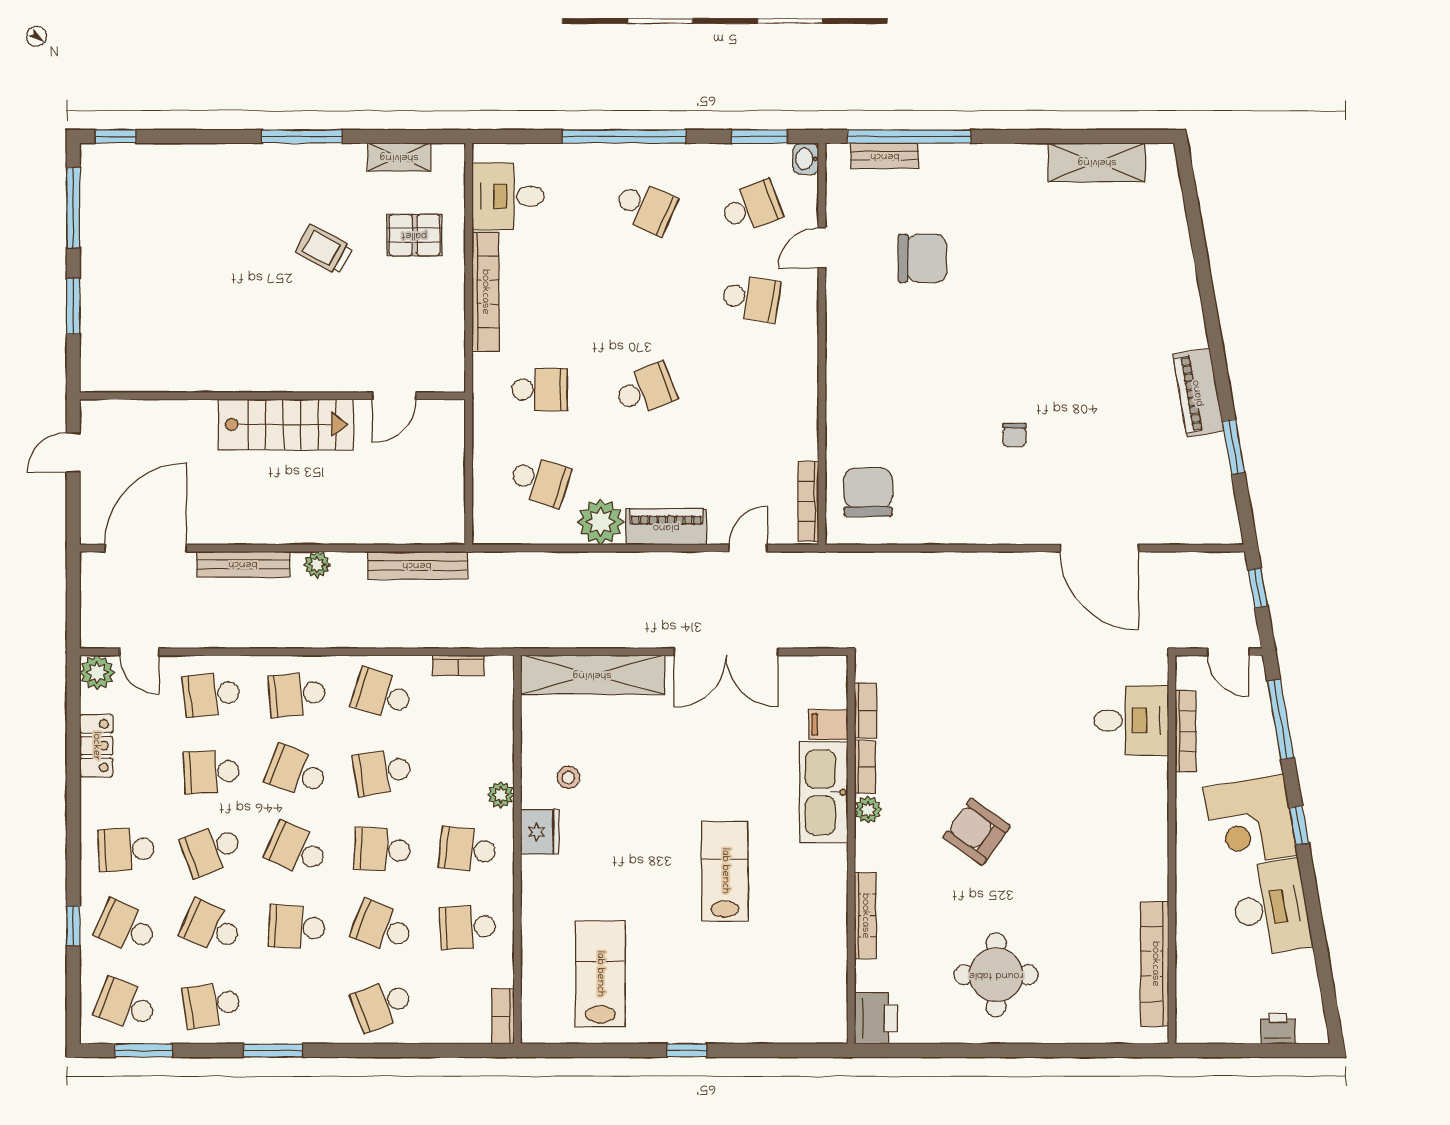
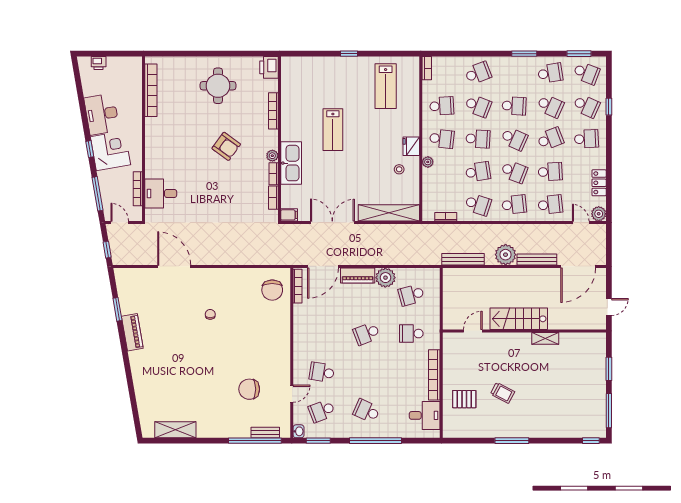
shelving: (399, 157) -> (545, 338), moved
school desk: (540, 481) -> (411, 295), turned -33
door: (748, 548) -> (323, 266), width x1.87
plant: (317, 564) -> (506, 255), width x1.88, depth x1.88
filing cabinet: (828, 725) -> (289, 215), moved

